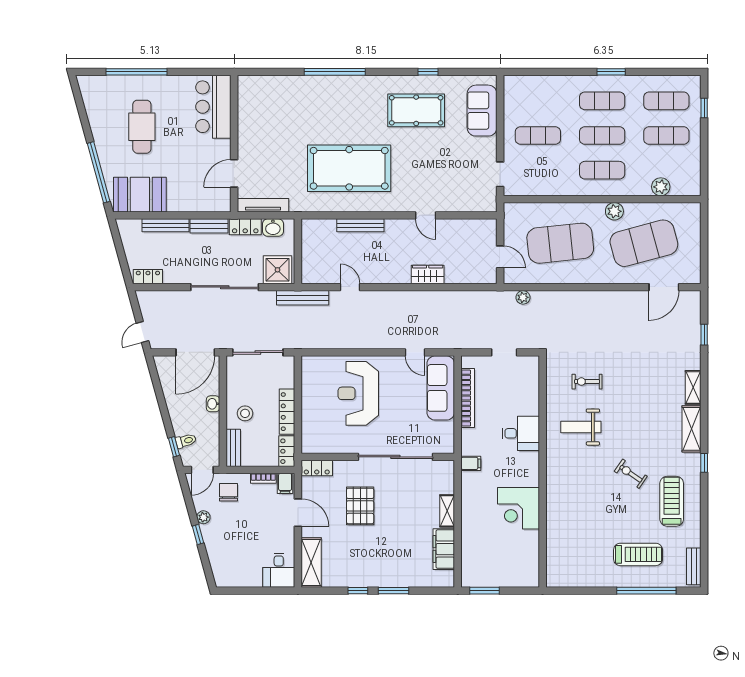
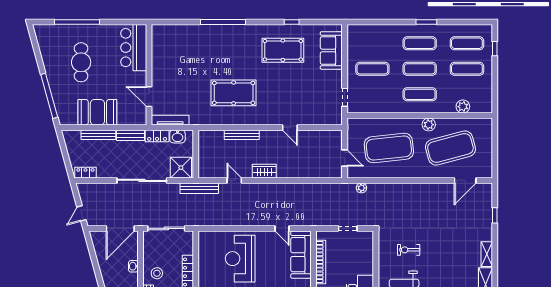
pool table: (349, 168) -> (234, 93), width x0.73, depth x0.76
door: (234, 173) -> (149, 97), hinge flipped
booth: (140, 195) -> (97, 112), moved
wardrobe: (428, 275) -> (264, 171), moved

